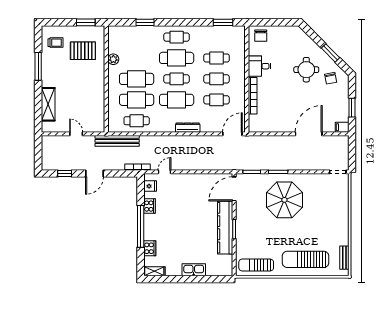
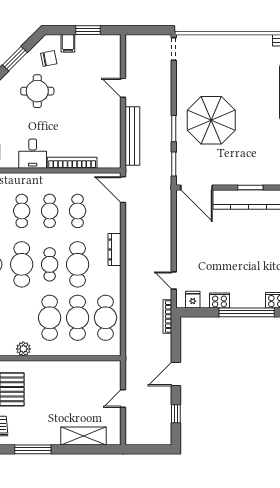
cafe table: (137, 121) -> (106, 318), width x1.37, depth x1.35
filing cabinet: (342, 127) -> (68, 43), moved
door: (309, 134) -> (123, 88), width x0.53
bench: (117, 141) -> (132, 136), moved
door: (95, 173) -> (176, 374), swing flipped

